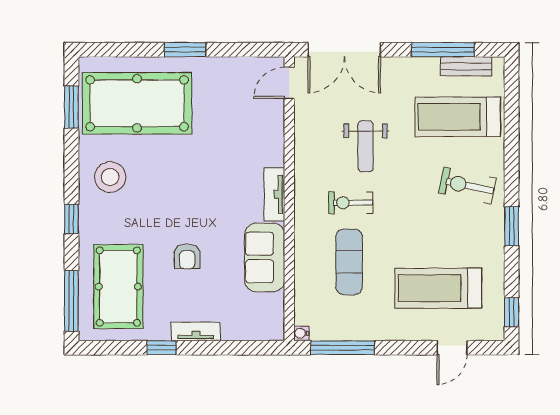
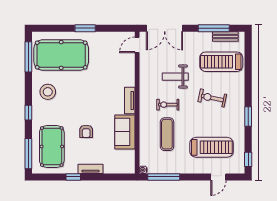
window: (71, 107) -> (28, 57), width x1.44
weight bench: (366, 146) -> (175, 77), turned 90
exercise bike: (467, 186) -> (212, 98), moved
treadmill: (438, 288) -> (211, 147), turned 180

